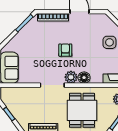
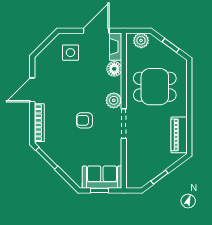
armchair: (65, 50) -> (85, 120), moved
floor lamp: (84, 78) -> (114, 69), moved

